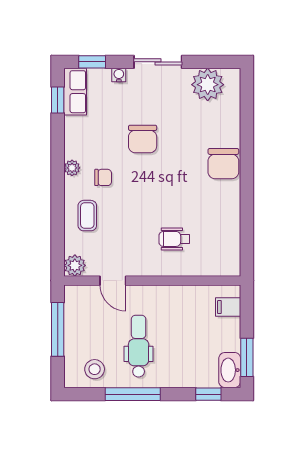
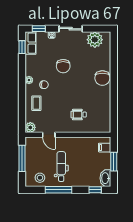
window: (247, 357) -> (114, 162), moved

